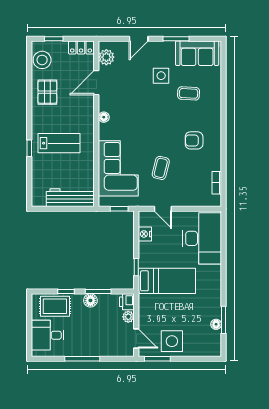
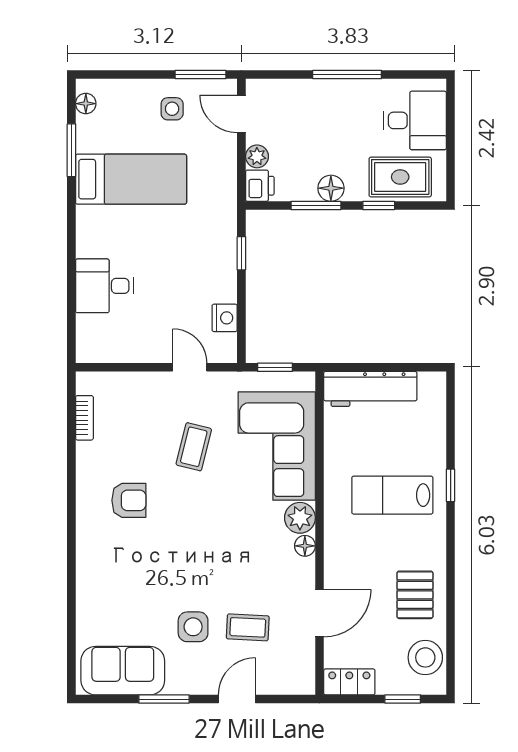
plant: (106, 57) -> (300, 518), moved
coffee table: (189, 93) -> (248, 627), moved
desk: (202, 238) -> (104, 286), width x0.53, depth x0.77
bed: (167, 281) -> (131, 179), moved, turned 180
floor lamp: (216, 324) -> (86, 104), moved
side table: (172, 341) -> (172, 109), width x0.54, depth x0.54

